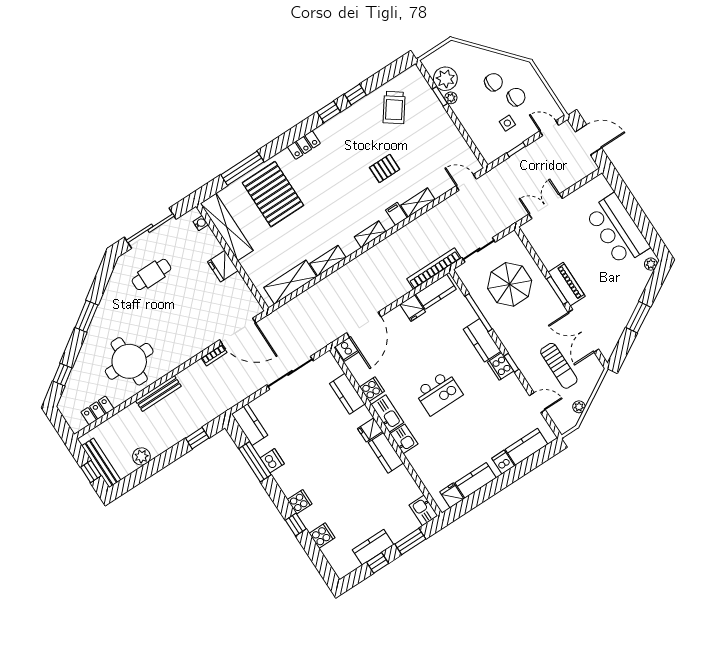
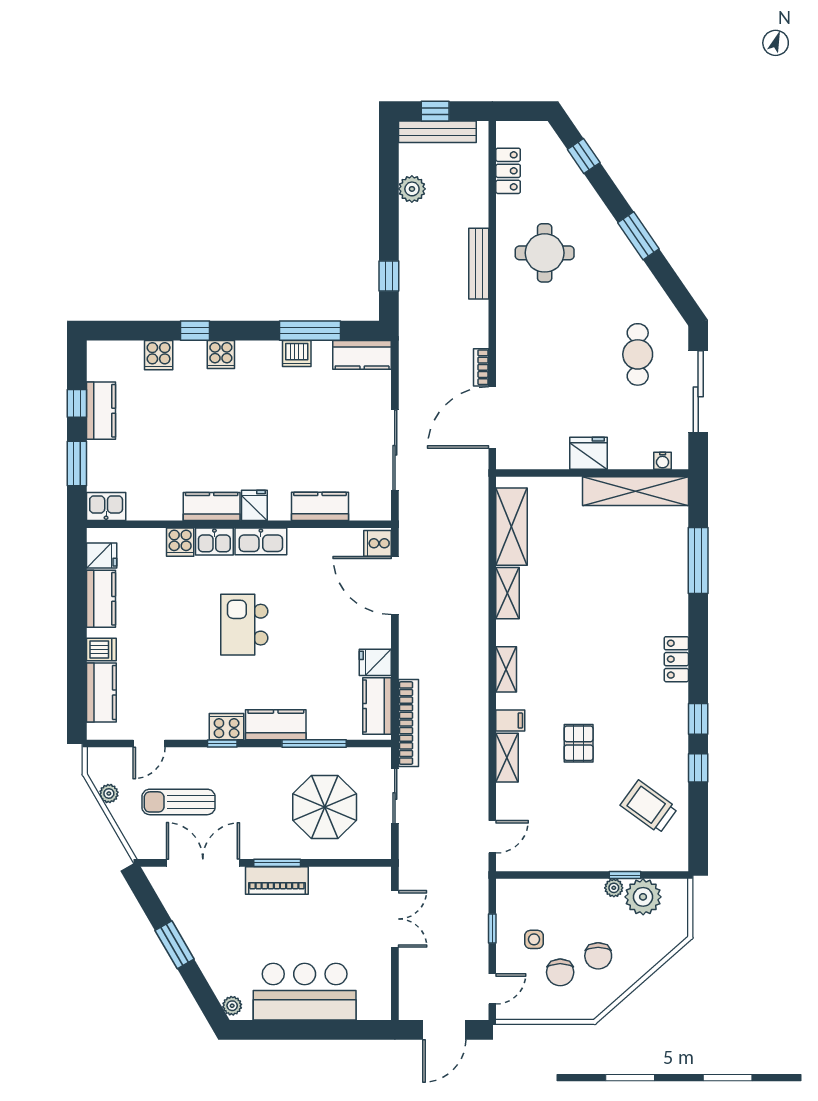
pallet: (273, 194) -> (639, 578), removed
round table: (129, 361) -> (545, 253), width x0.73, depth x0.73
cooker: (372, 389) -> (180, 542), moved

